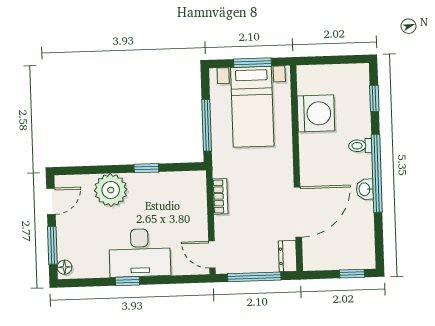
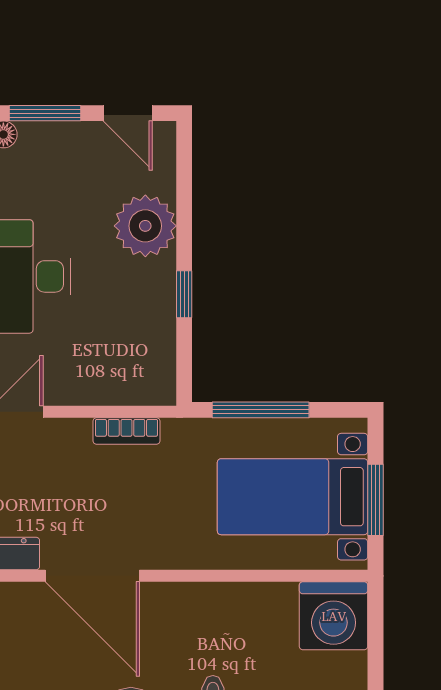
washing machine: (316, 113) -> (334, 616), moved

